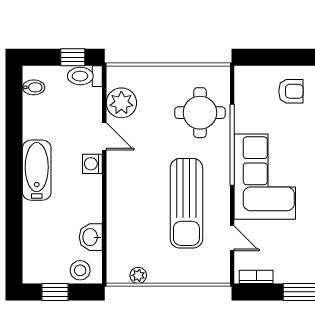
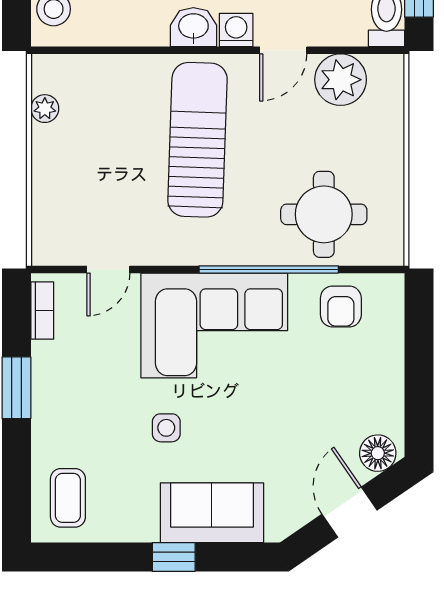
armchair: (291, 91) -> (341, 306), moved
sun lounger: (186, 203) -> (197, 140), moved, turned 92
washbasin: (91, 237) -> (193, 27), moved

